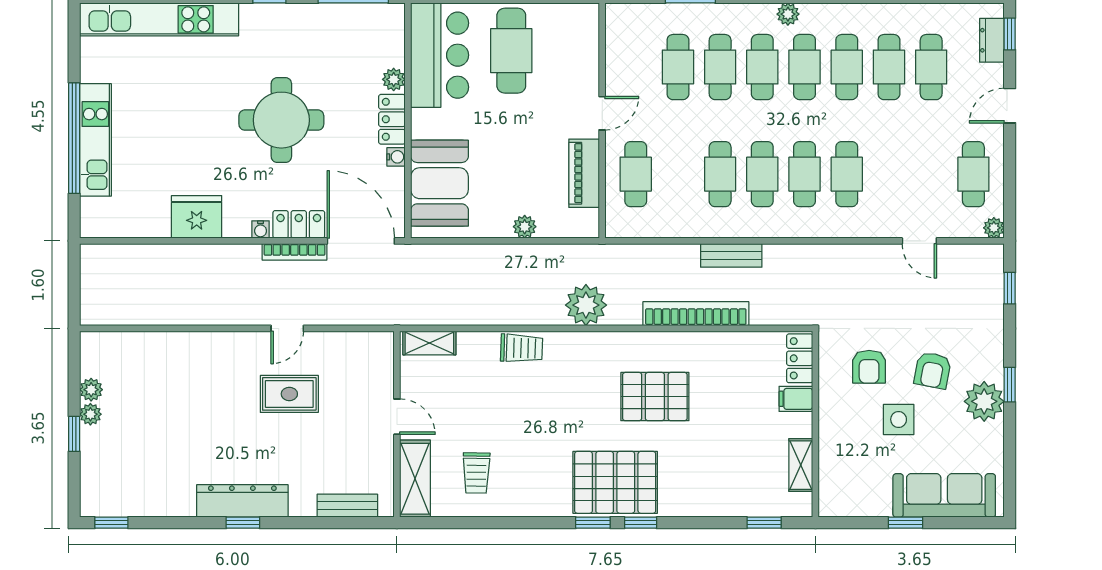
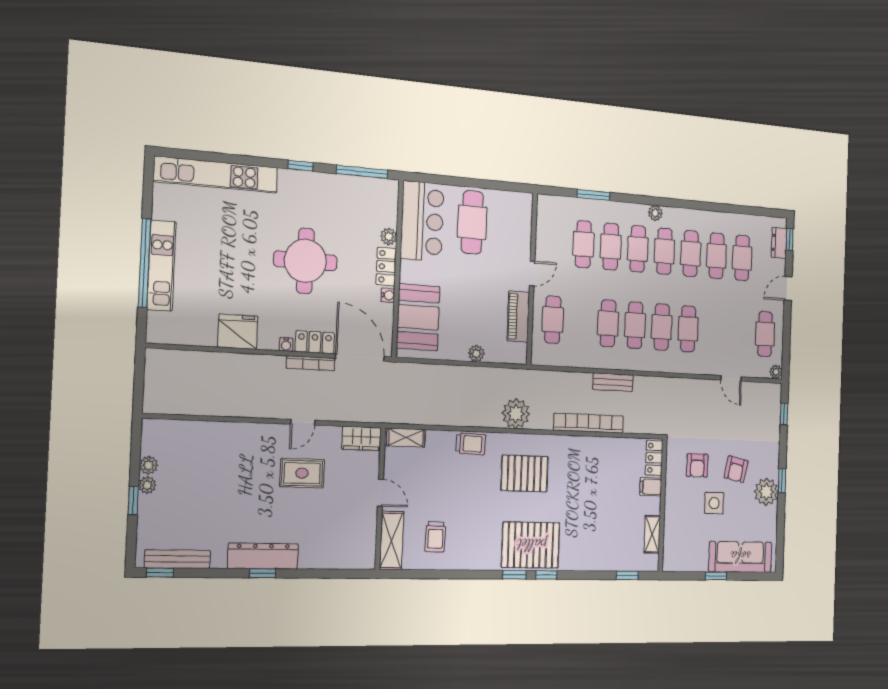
wardrobe: (368, 346) -> (361, 438), added
pallet: (655, 397) -> (524, 473), moved
bench: (347, 506) -> (177, 559), moved, width x1.36

